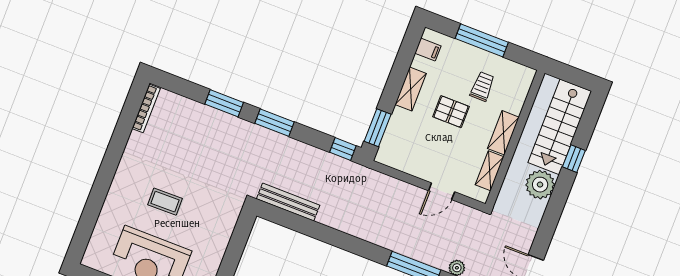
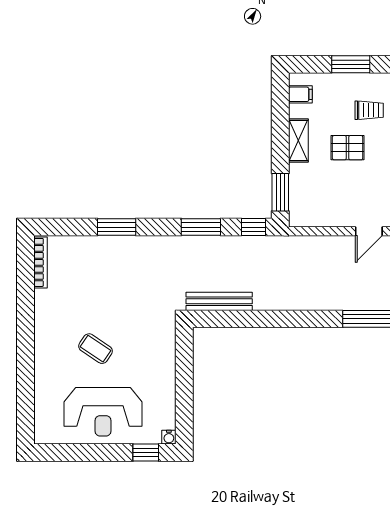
window: (482, 40) -> (351, 64), width x0.69
trolley: (482, 86) -> (369, 110), turned 90
window: (274, 123) -> (201, 227), moved
coffee table: (165, 202) -> (95, 349), turned 35

